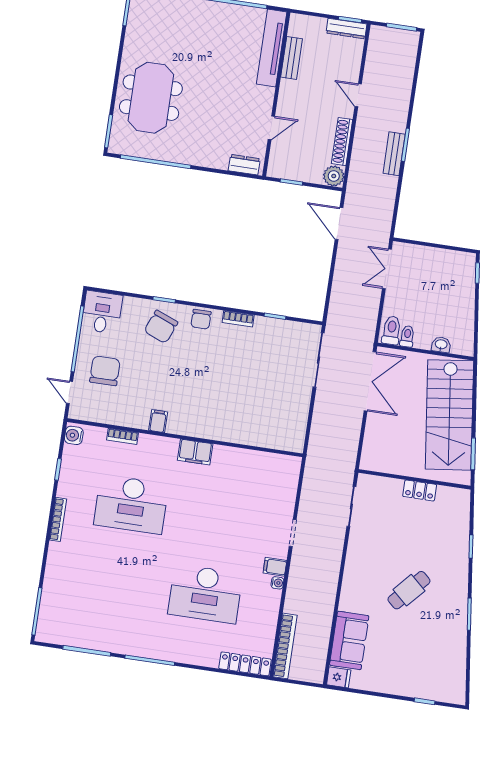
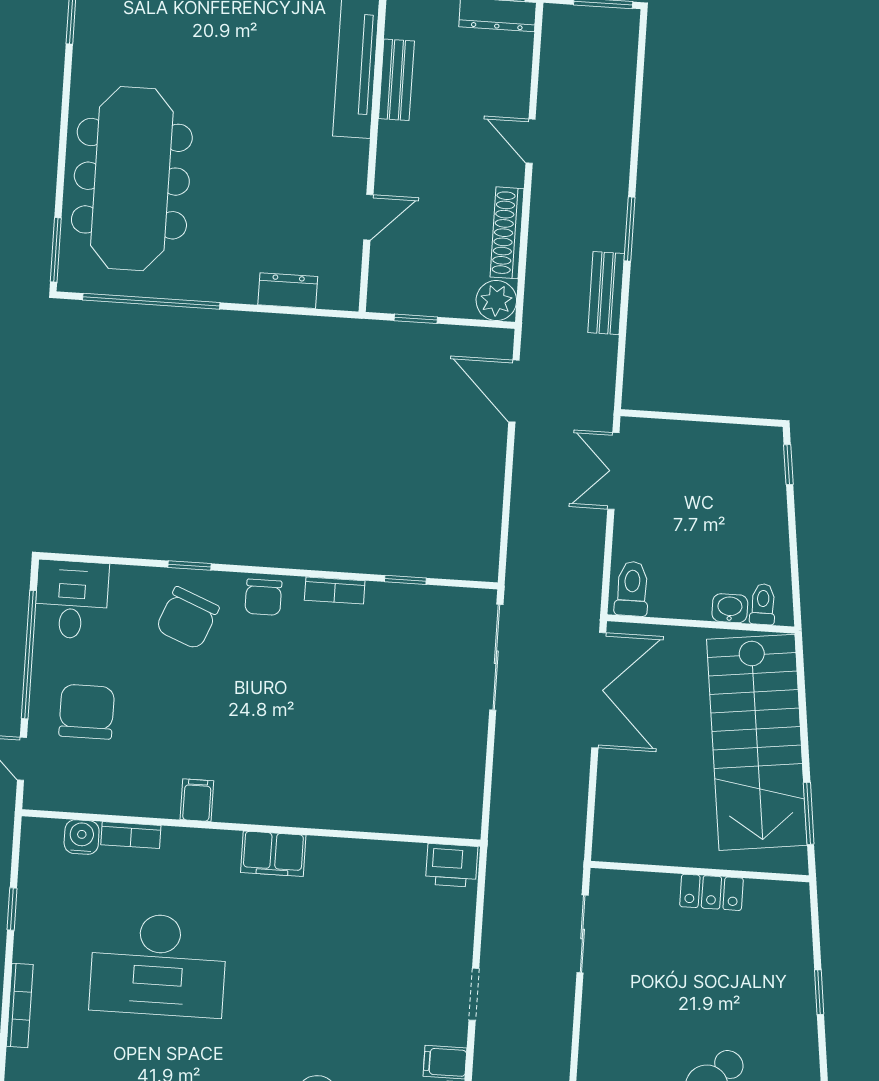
meeting table: (151, 98) -> (132, 179), width x1.36
bench: (394, 154) -> (606, 293), moved
dresser: (244, 165) -> (288, 291), moved
toilet: (407, 336) -> (763, 604), moved
water cooler: (74, 435) -> (82, 837), moved, turned 90
printer: (287, 466) -> (452, 865), added

